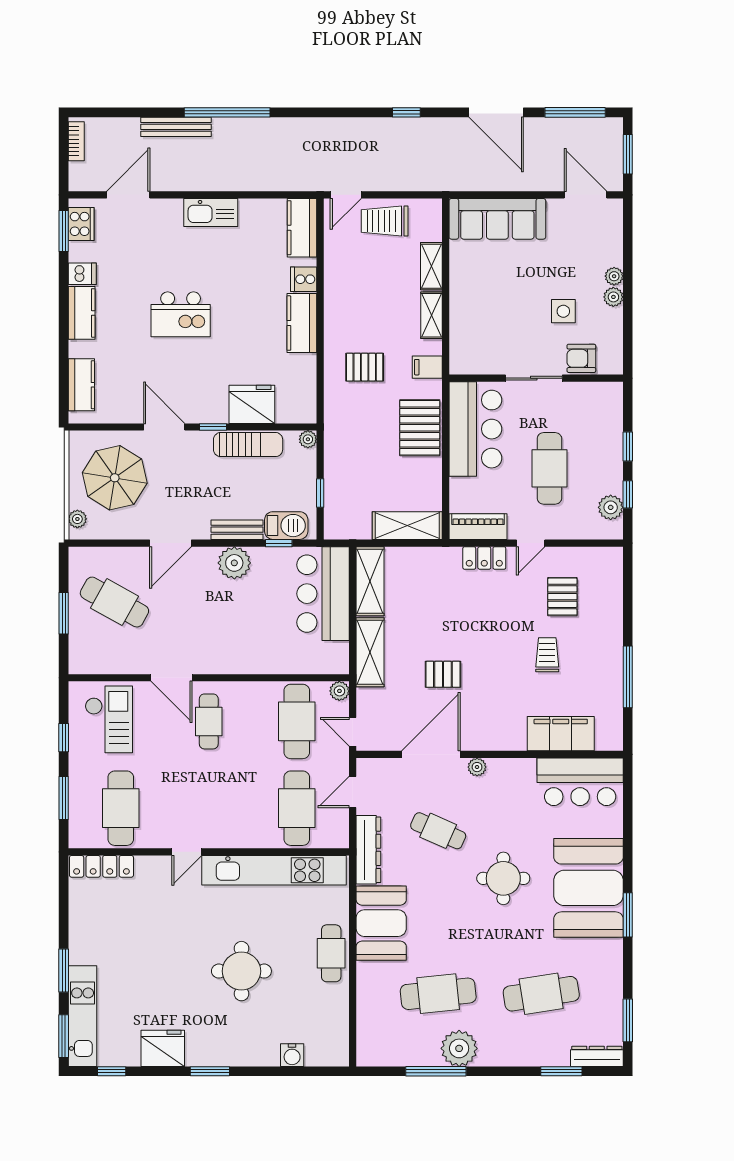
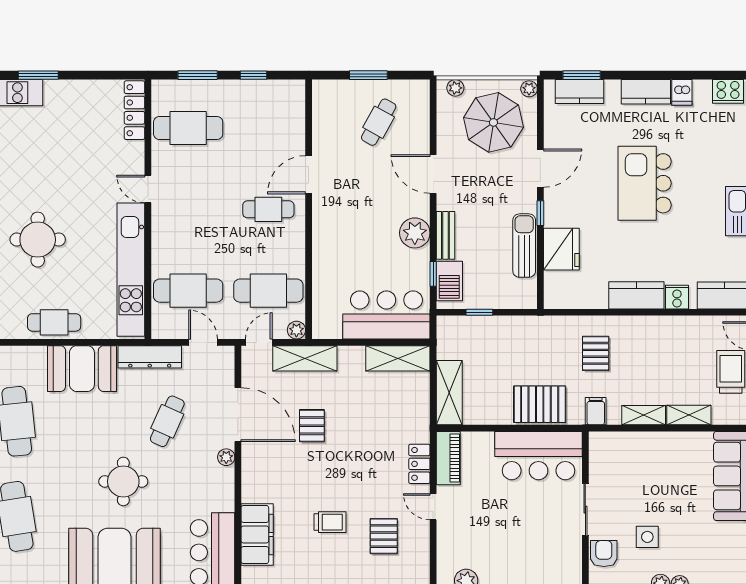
window: (64, 231) -> (582, 75), moved
kitchen island: (181, 314) -> (645, 183), width x1.37, depth x1.28
plant: (308, 439) -> (529, 89), moved
sun lounger: (248, 445) -> (524, 246), turned 180
cafe table: (549, 468) -> (502, 524), removed
pallet: (562, 597) -> (384, 536), turned 90
cafe table: (114, 602) -> (379, 122), width x0.73, depth x0.74
shelving: (370, 652) -> (305, 358), moved
checkout: (109, 719) -> (270, 117), removed

